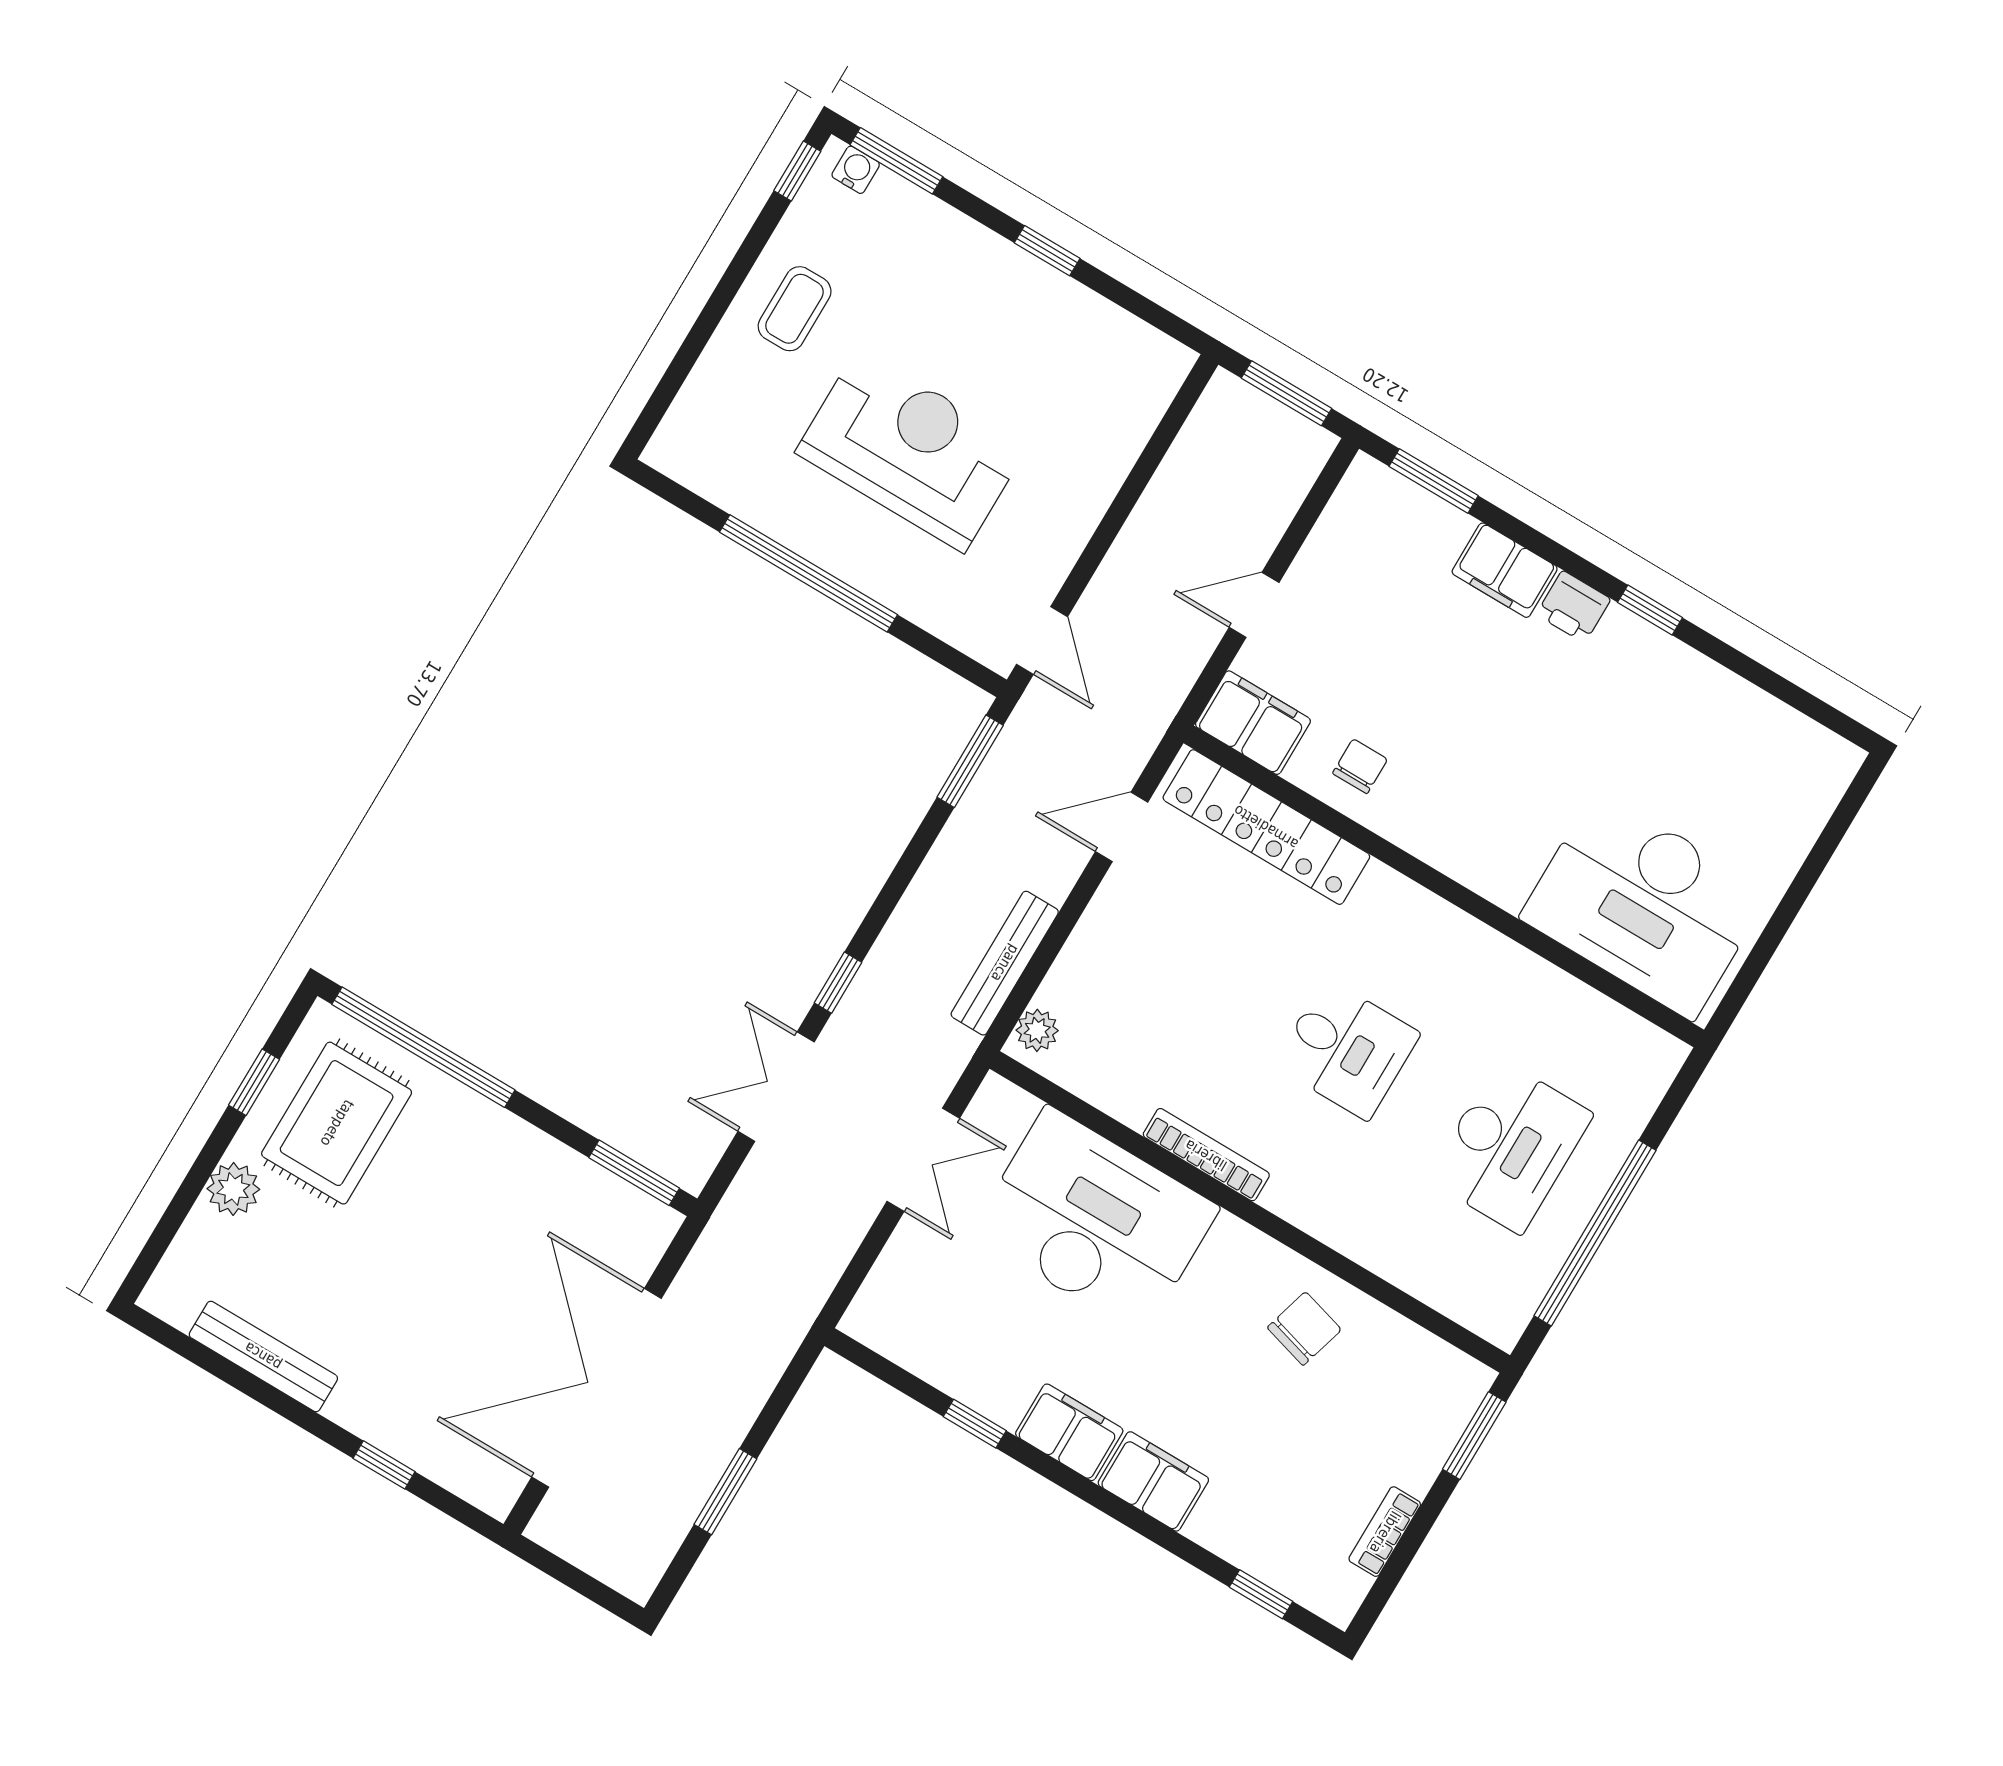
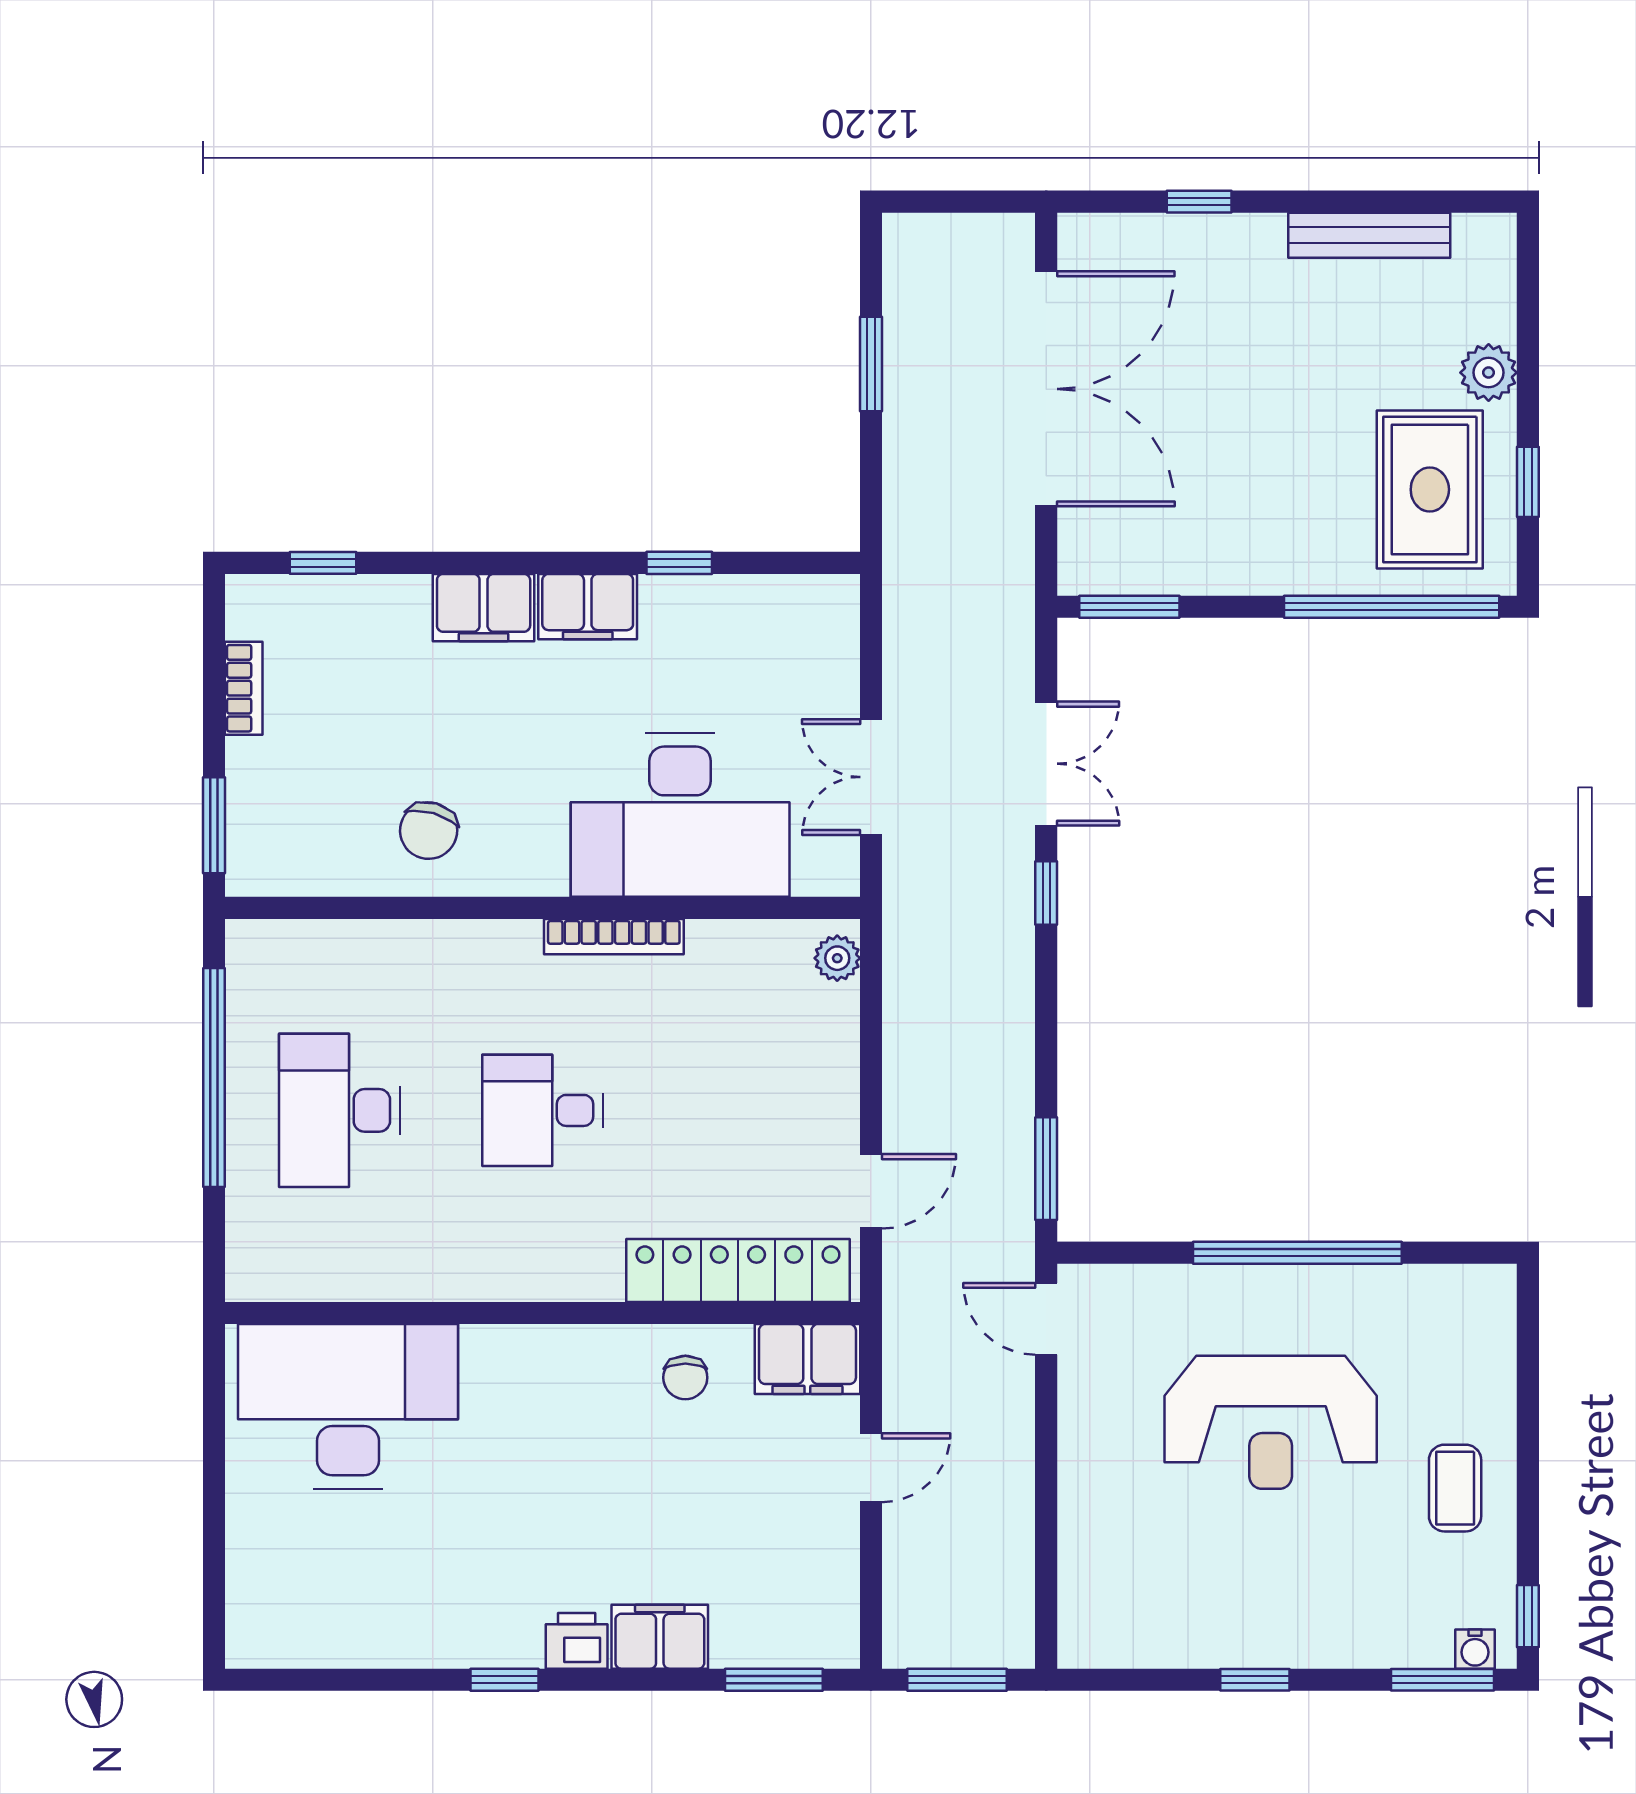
bench: (1005, 963) -> (904, 1002), removed

